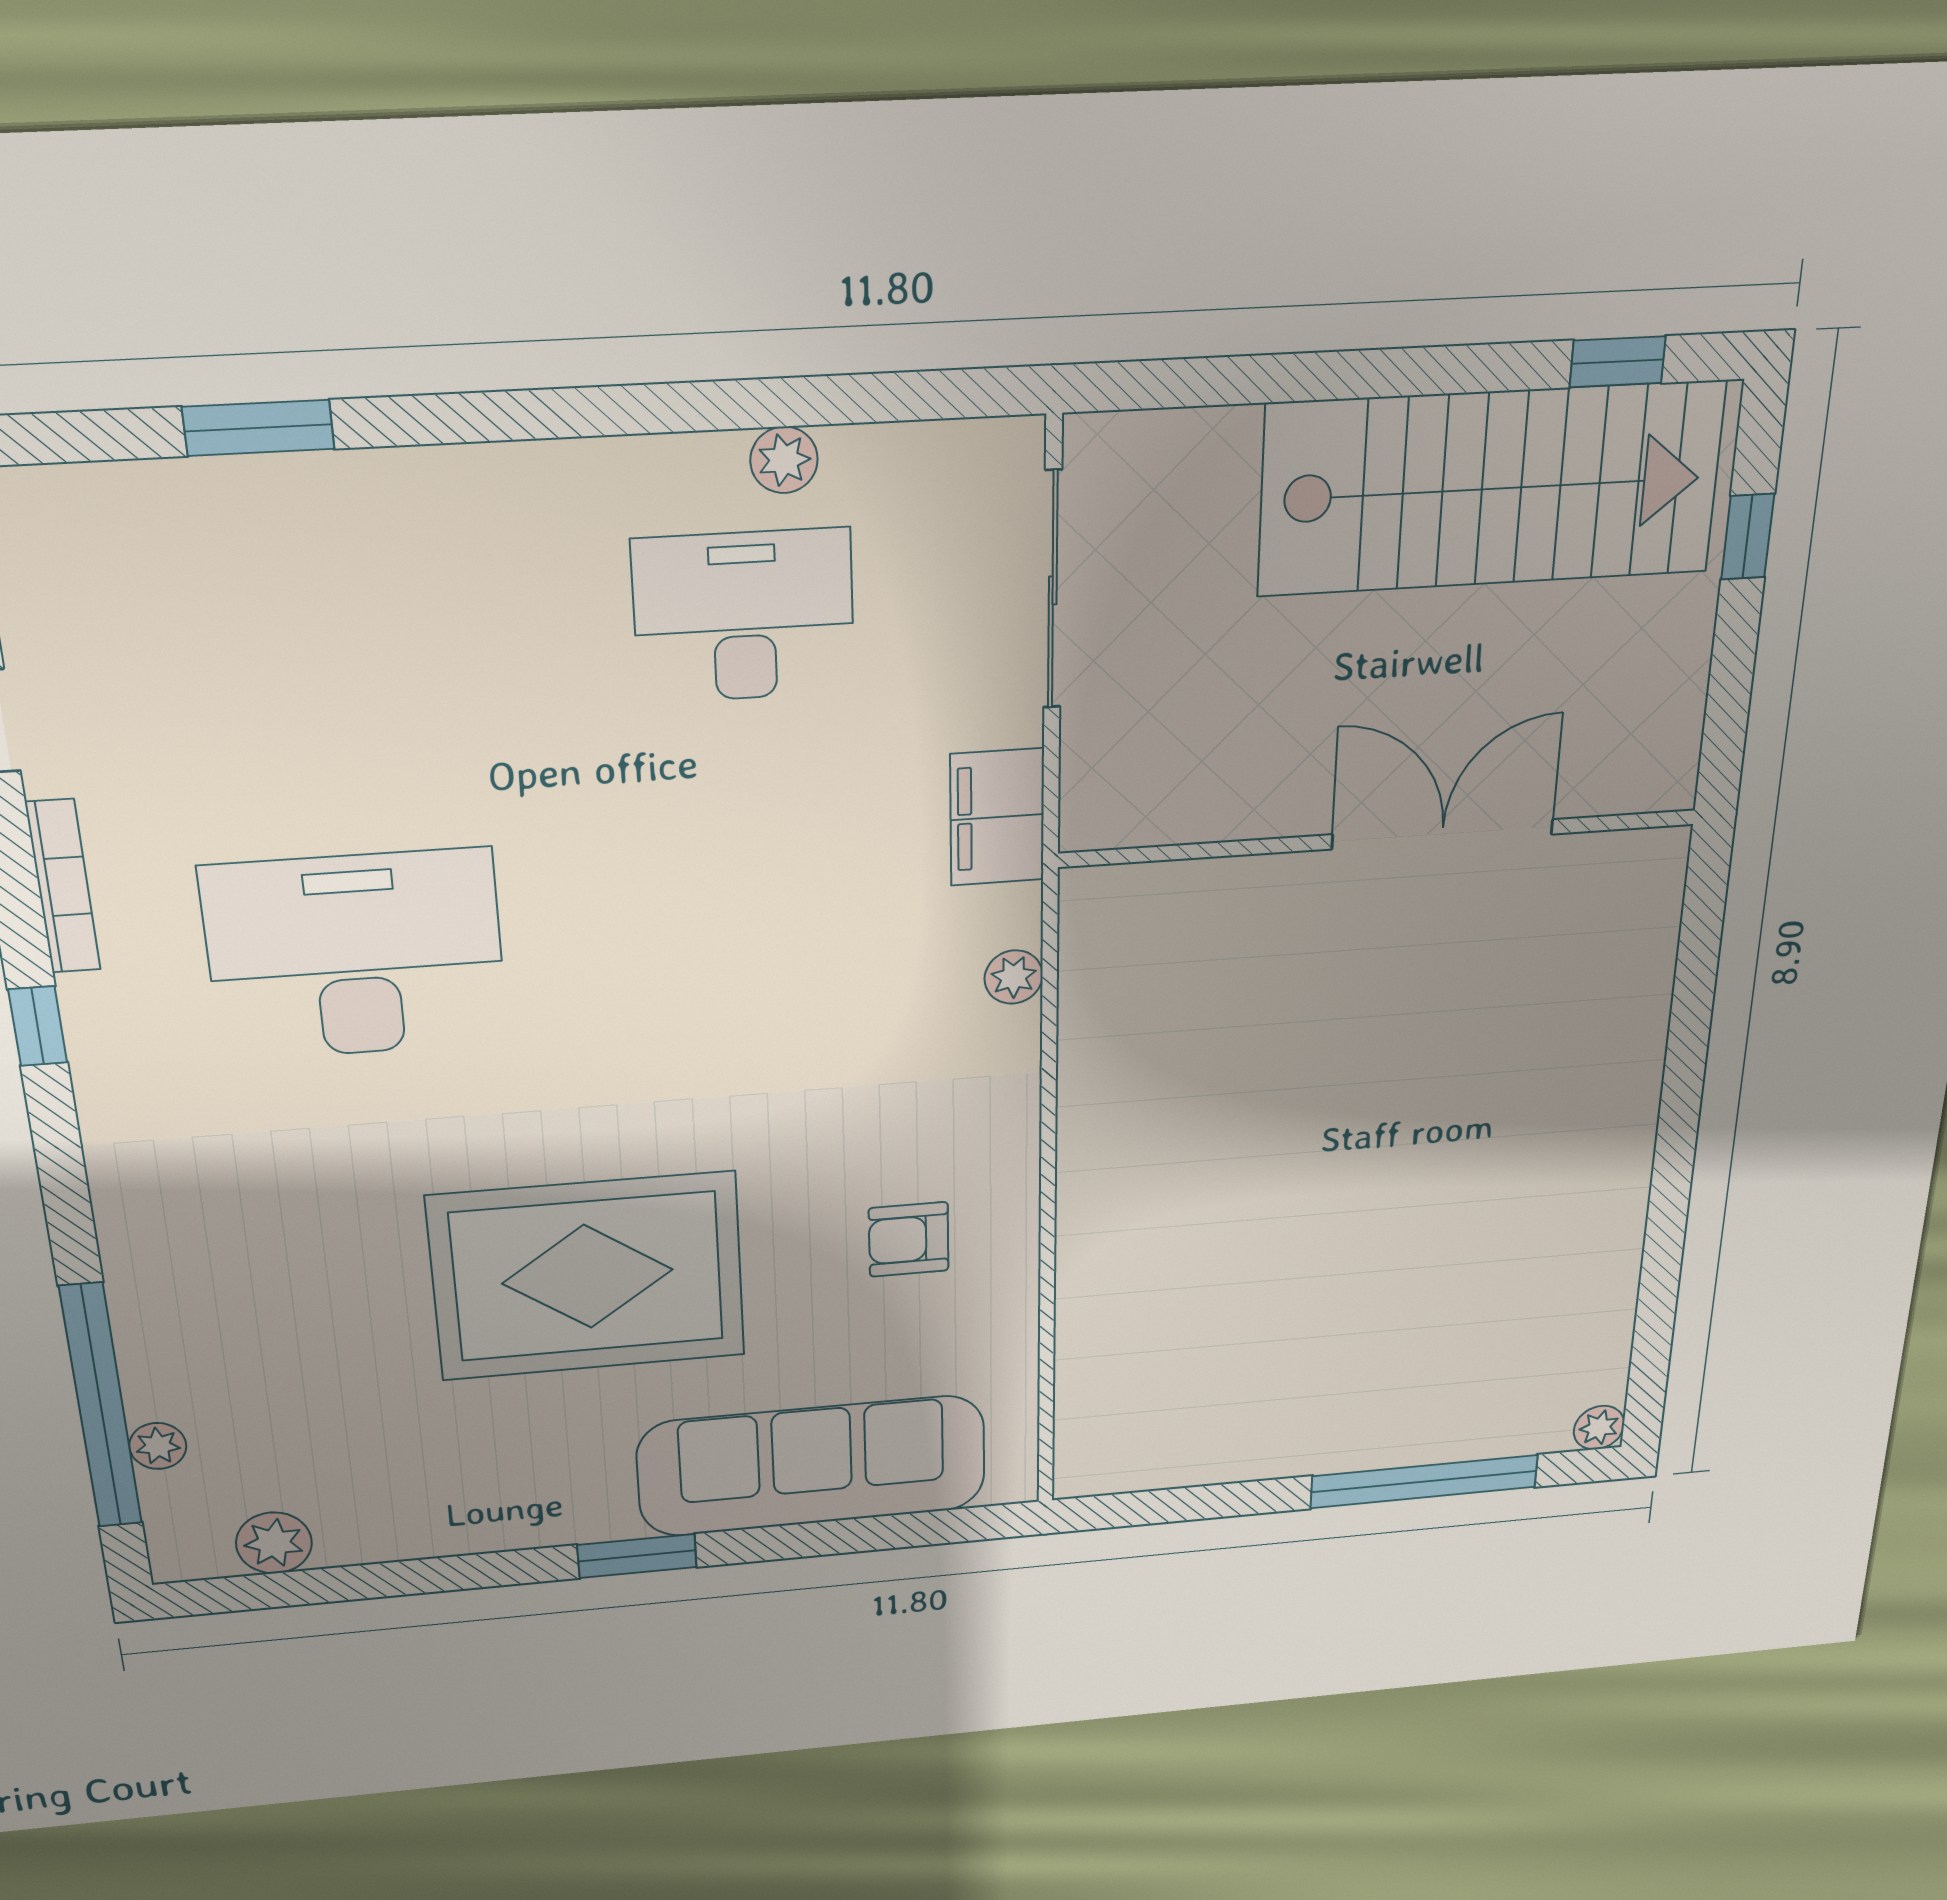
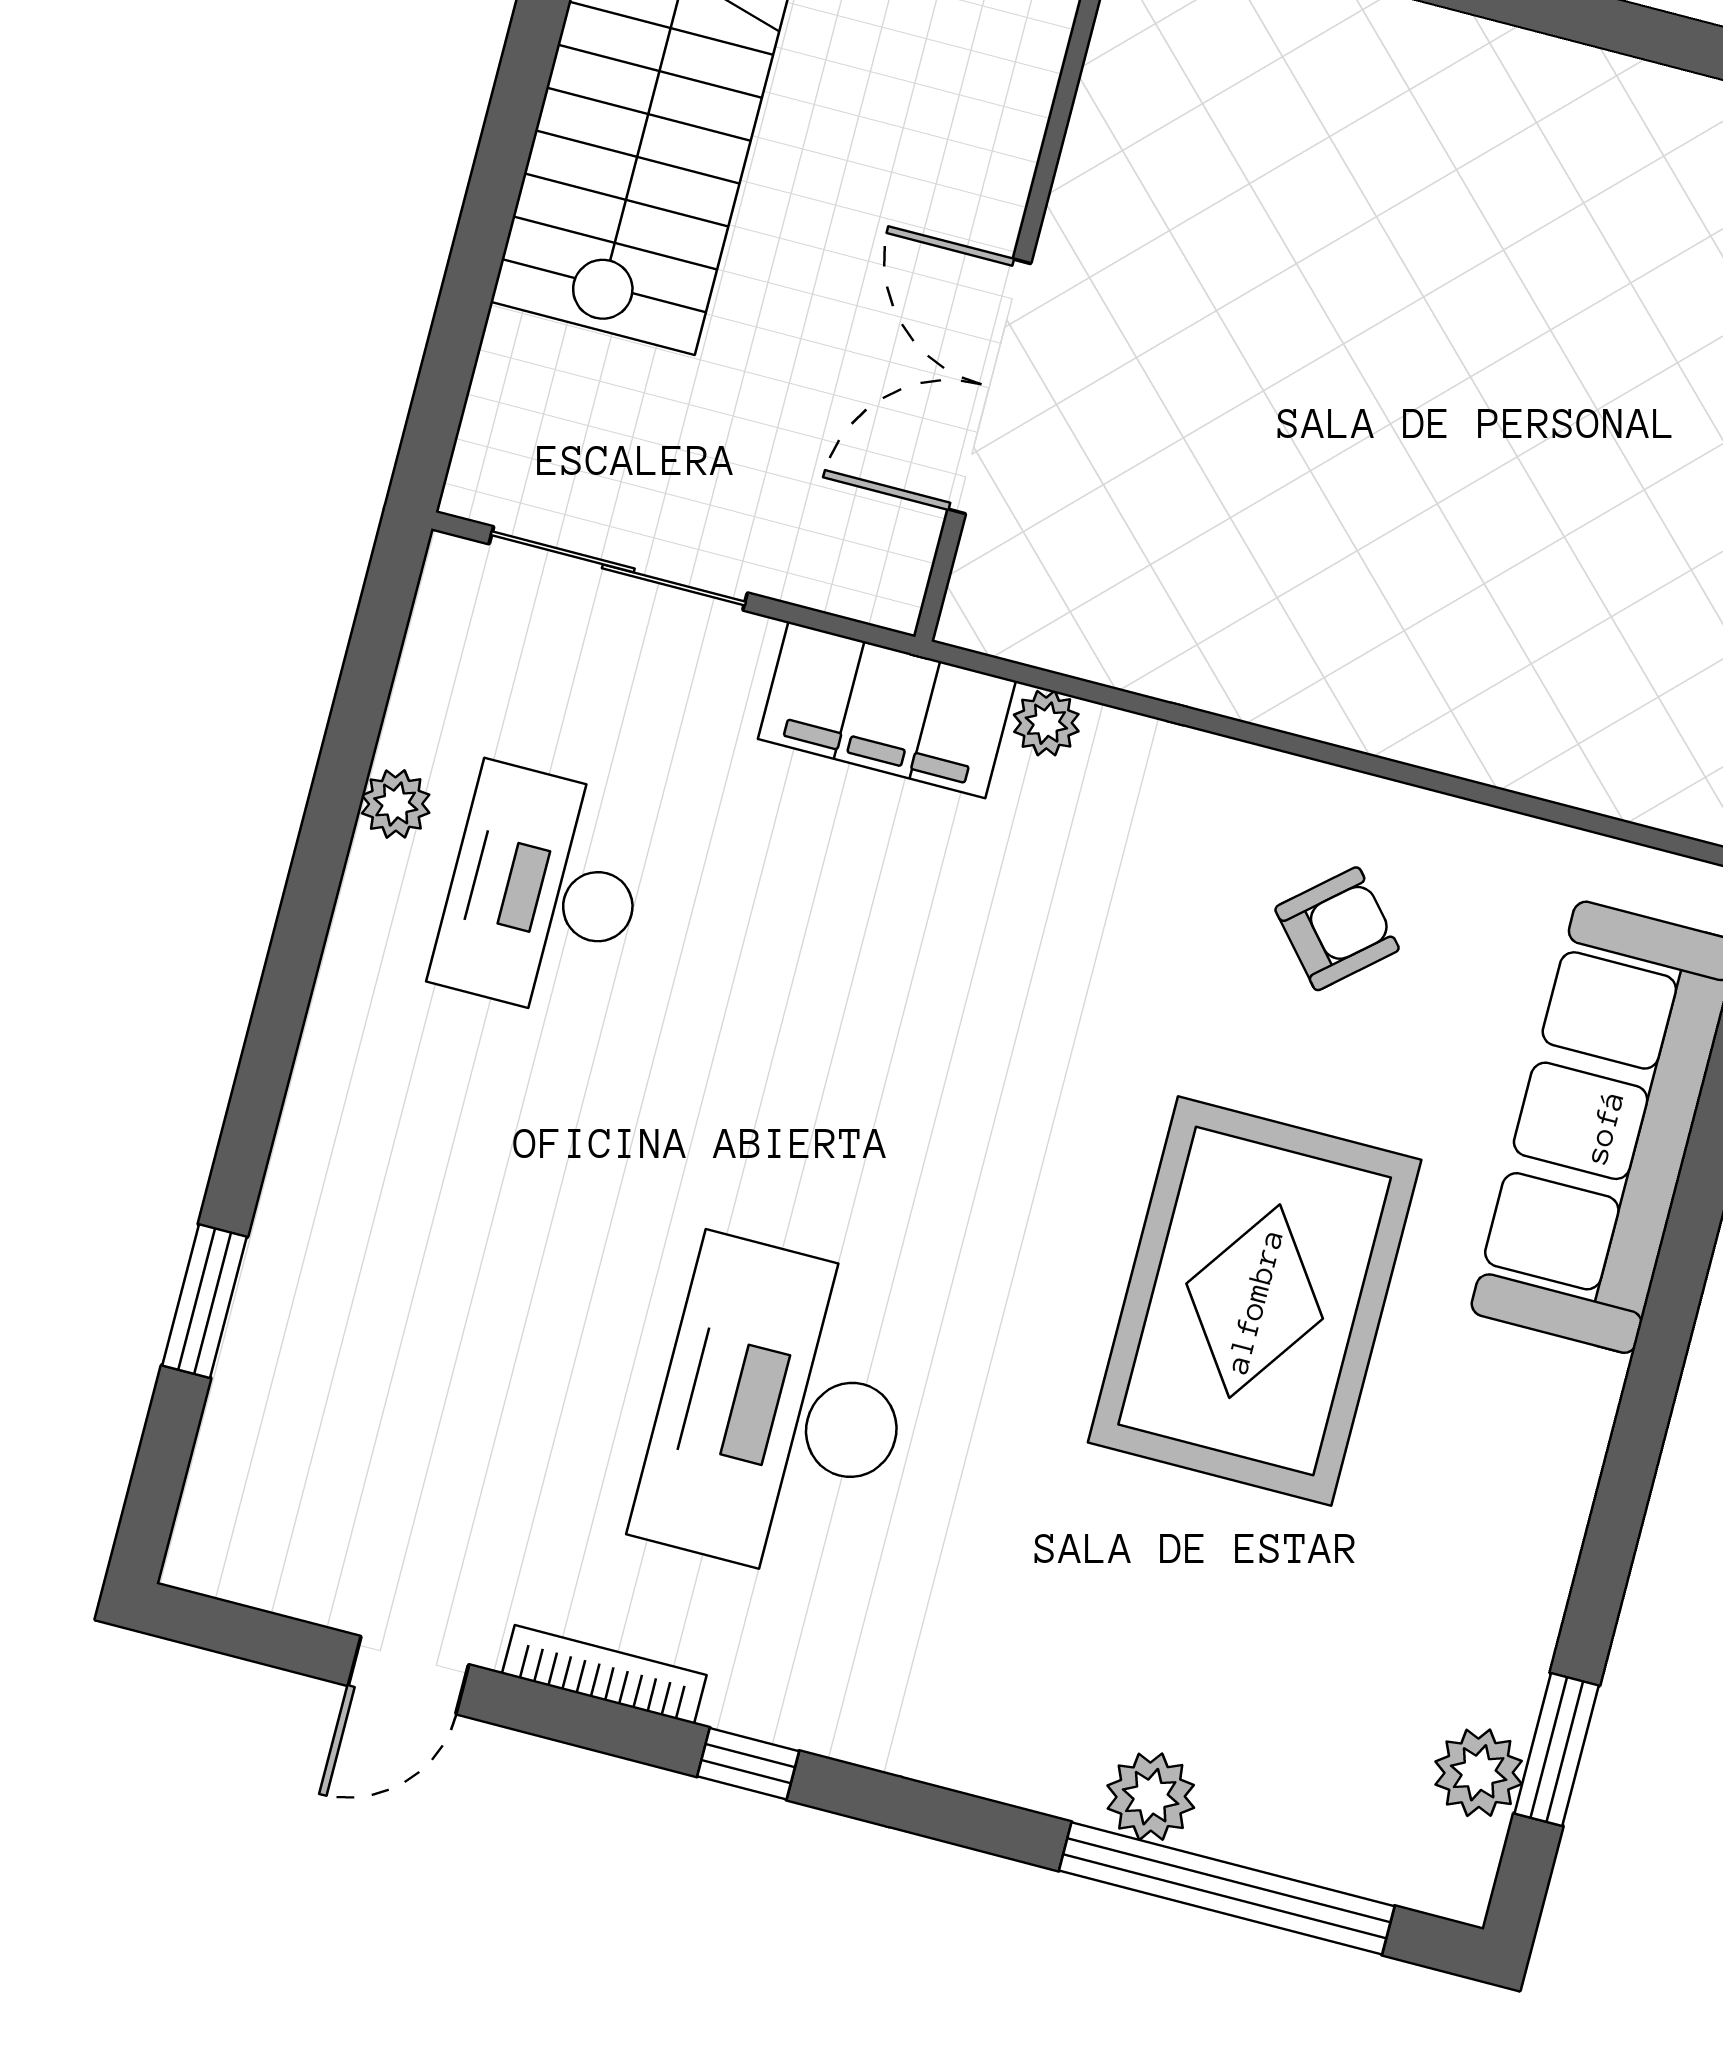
filing cabinet: (997, 817) -> (887, 710), width x1.50, depth x1.17
double door: (1443, 834) -> (989, 386), moved
armchair: (909, 1239) -> (1337, 929), turned -131
plant: (158, 1446) -> (1151, 1797), moved, width x1.38, depth x1.38
window: (637, 1556) -> (1557, 1750), moved

